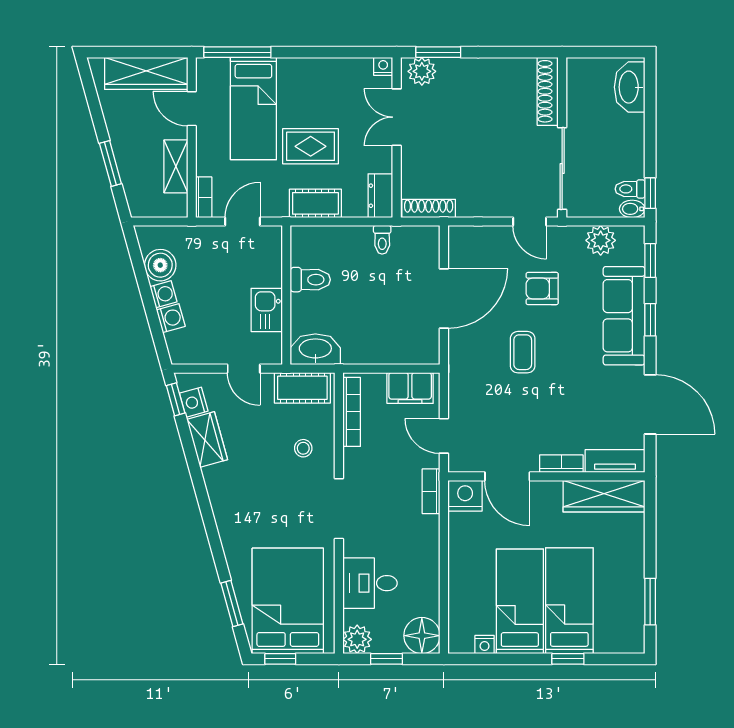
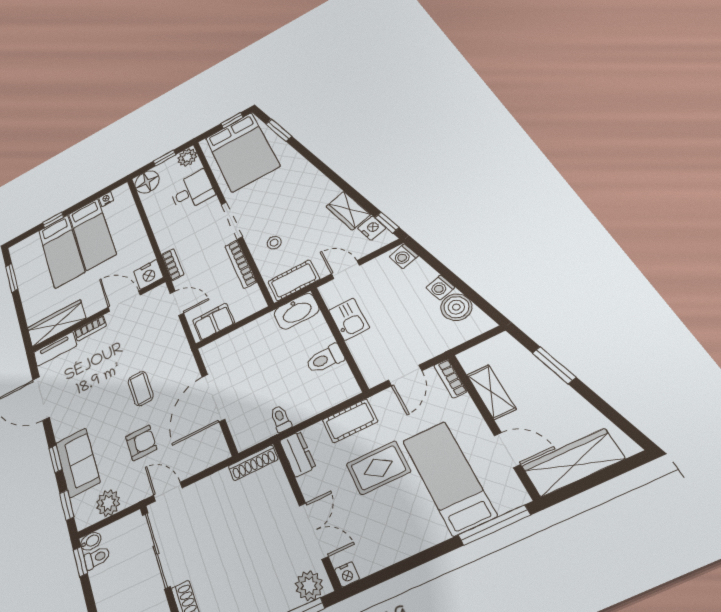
sofa: (624, 316) -> (78, 462), width x0.73
washing machine: (171, 318) -> (404, 256), moved
bookcase: (352, 412) -> (240, 264), moved

